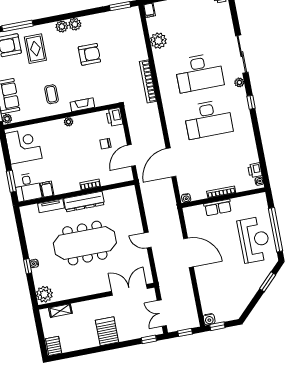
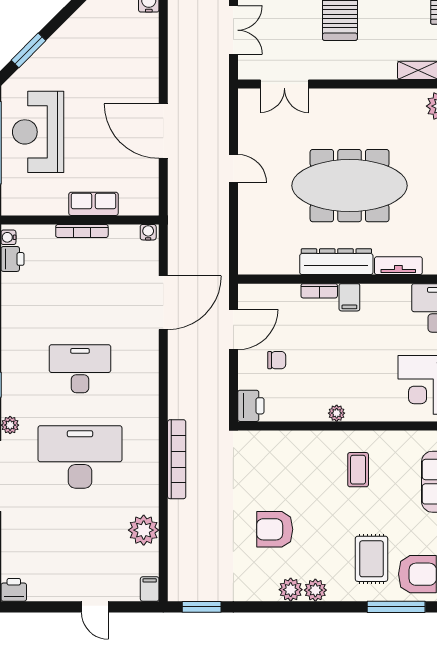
fireplace: (82, 105) -> (305, 440), removed
desk: (208, 119) -> (80, 369), width x0.73, depth x0.77
filing cabinet: (47, 189) -> (349, 297), moved
double door: (129, 290) -> (284, 84), width x0.73

